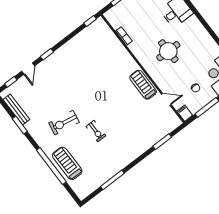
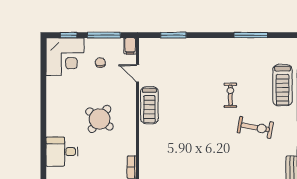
round table: (168, 51) -> (100, 119), turned 37

